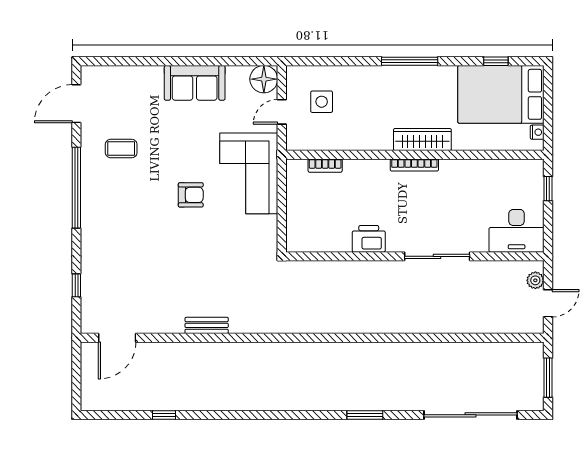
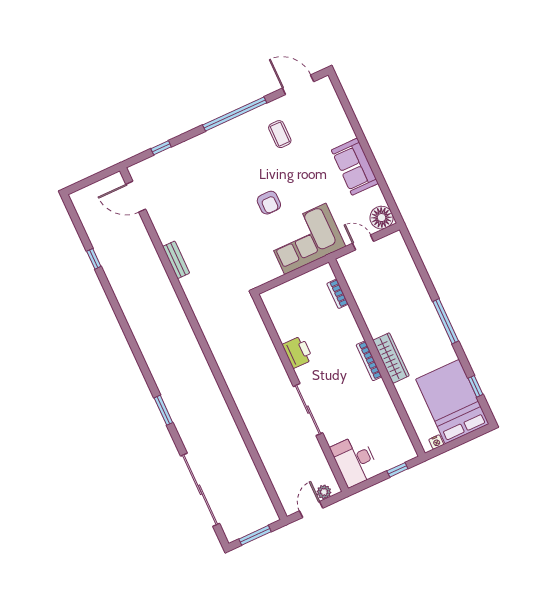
side table: (322, 102) -> (385, 269), removed
door: (548, 303) -> (311, 509), swing flipped

